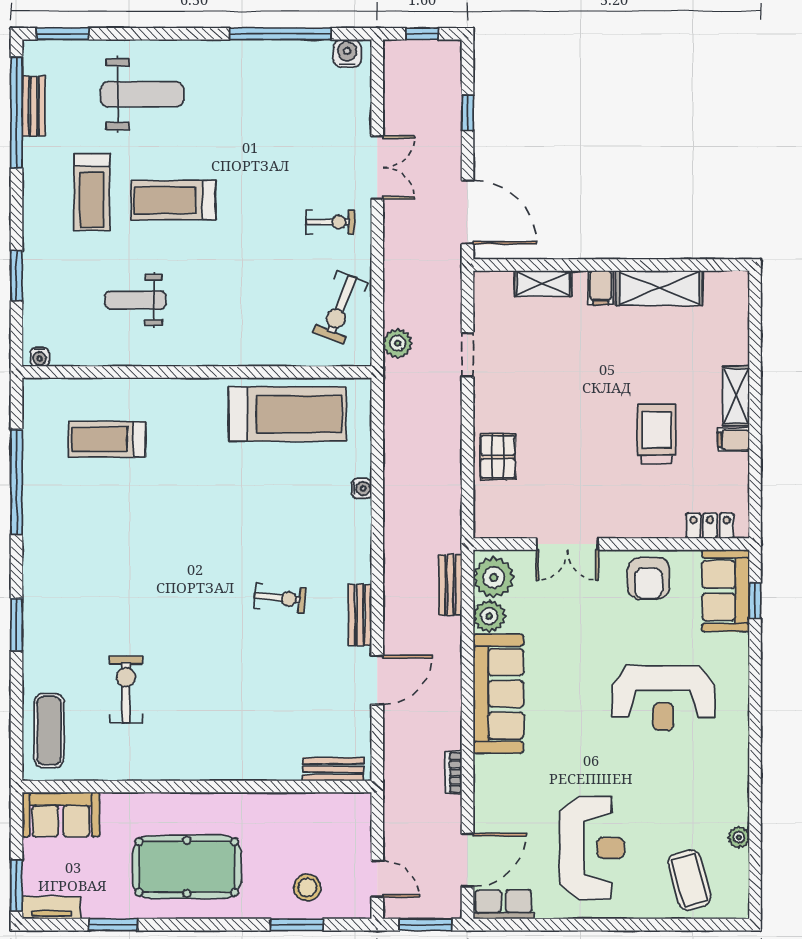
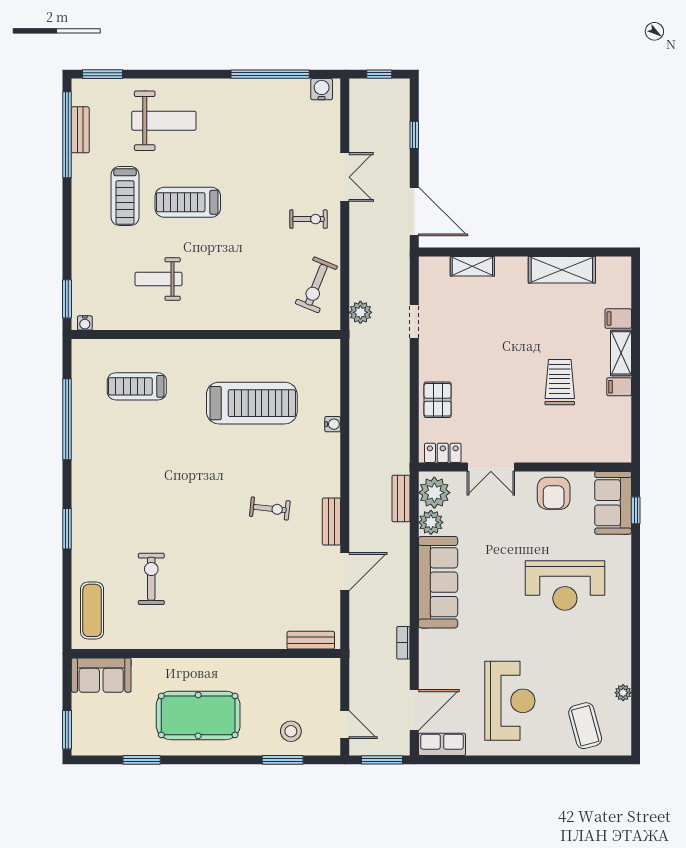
window: (16, 276) -> (67, 299), moved
filing cabinet: (601, 288) -> (618, 319), moved, turned 90
treadmill: (287, 414) -> (252, 403), moved
locker: (710, 526) -> (443, 453), moved
tv unit: (52, 908) -> (94, 747), removed

